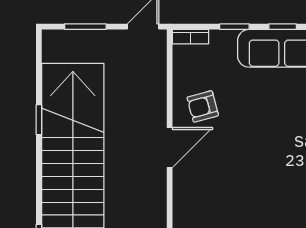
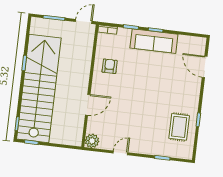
armchair: (203, 106) -> (110, 66), turned 105
door: (170, 148) -> (88, 105), moved

